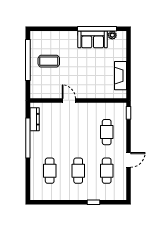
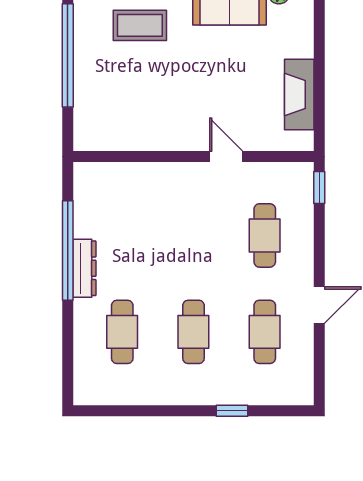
coffee table: (49, 61) -> (140, 25), moved
door: (69, 100) -> (226, 157), moved
dresser: (35, 119) -> (84, 268), moved

